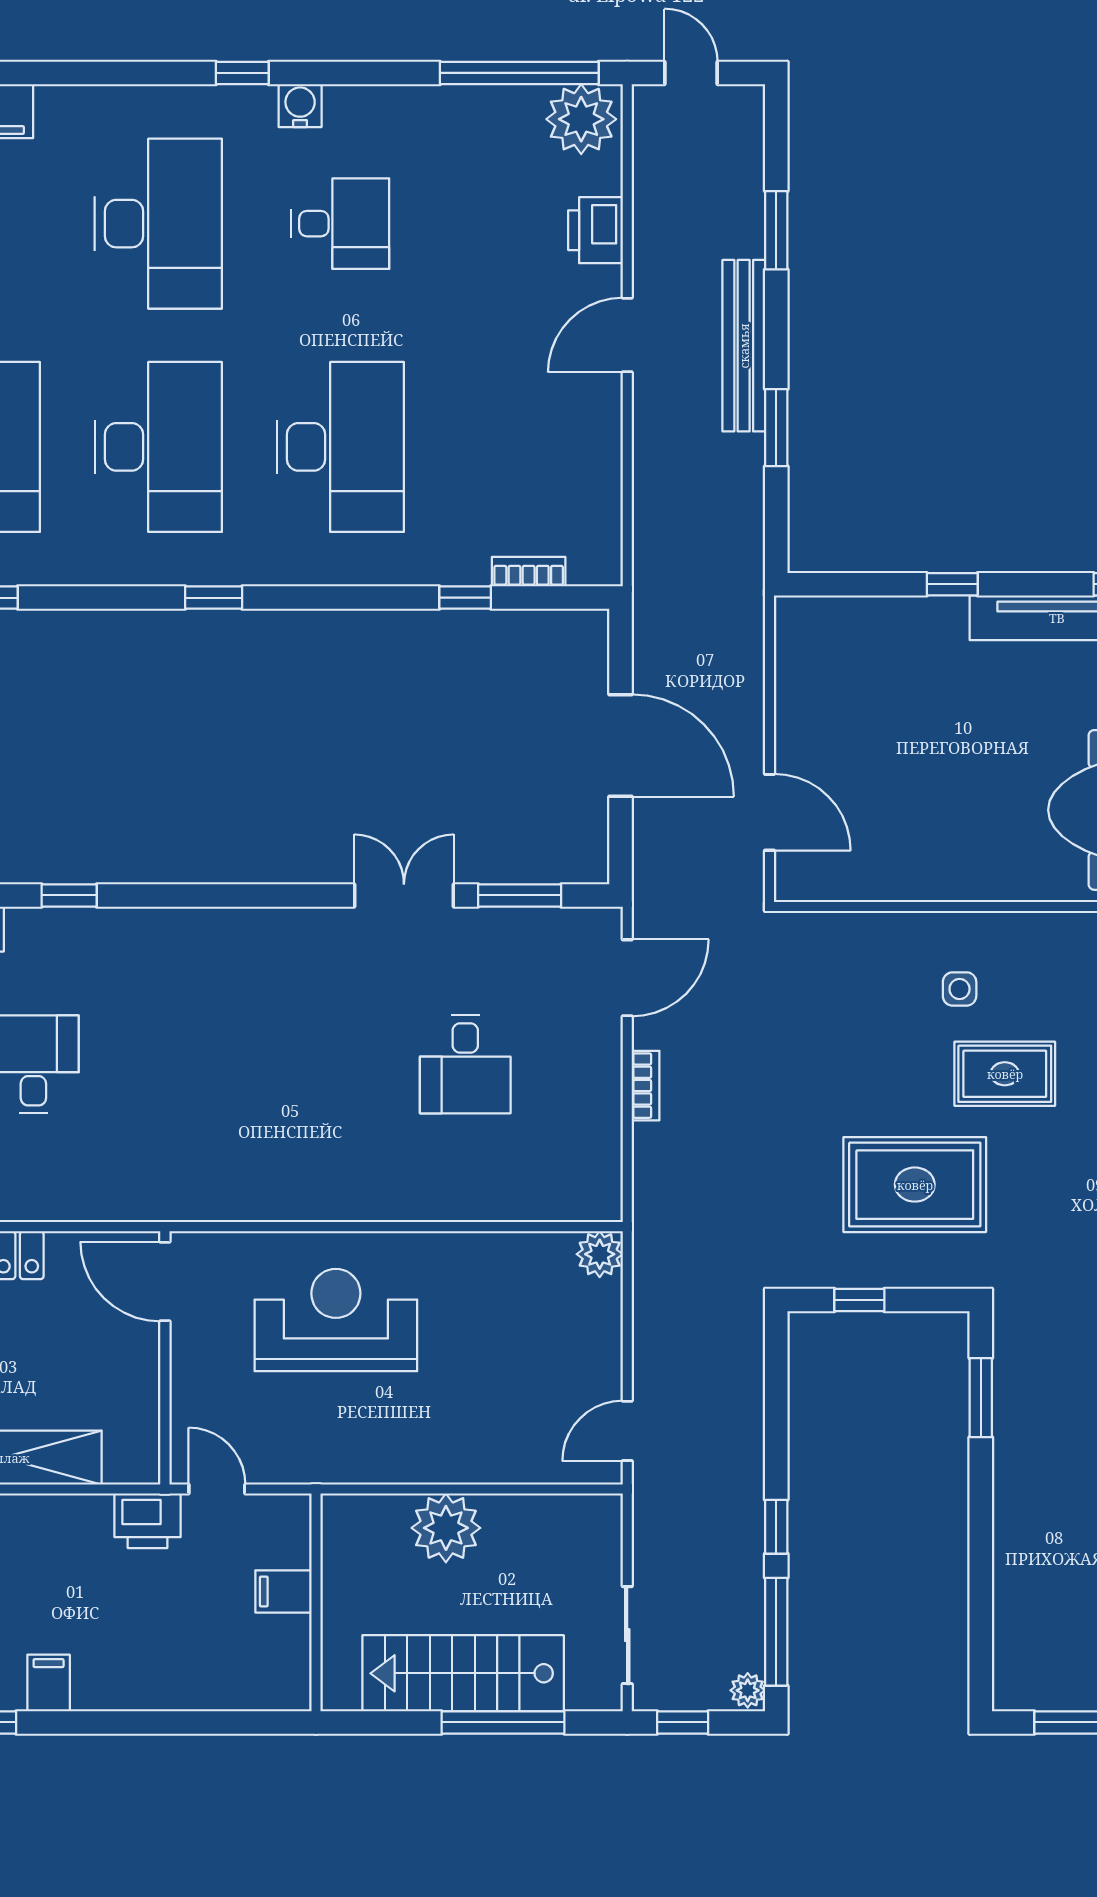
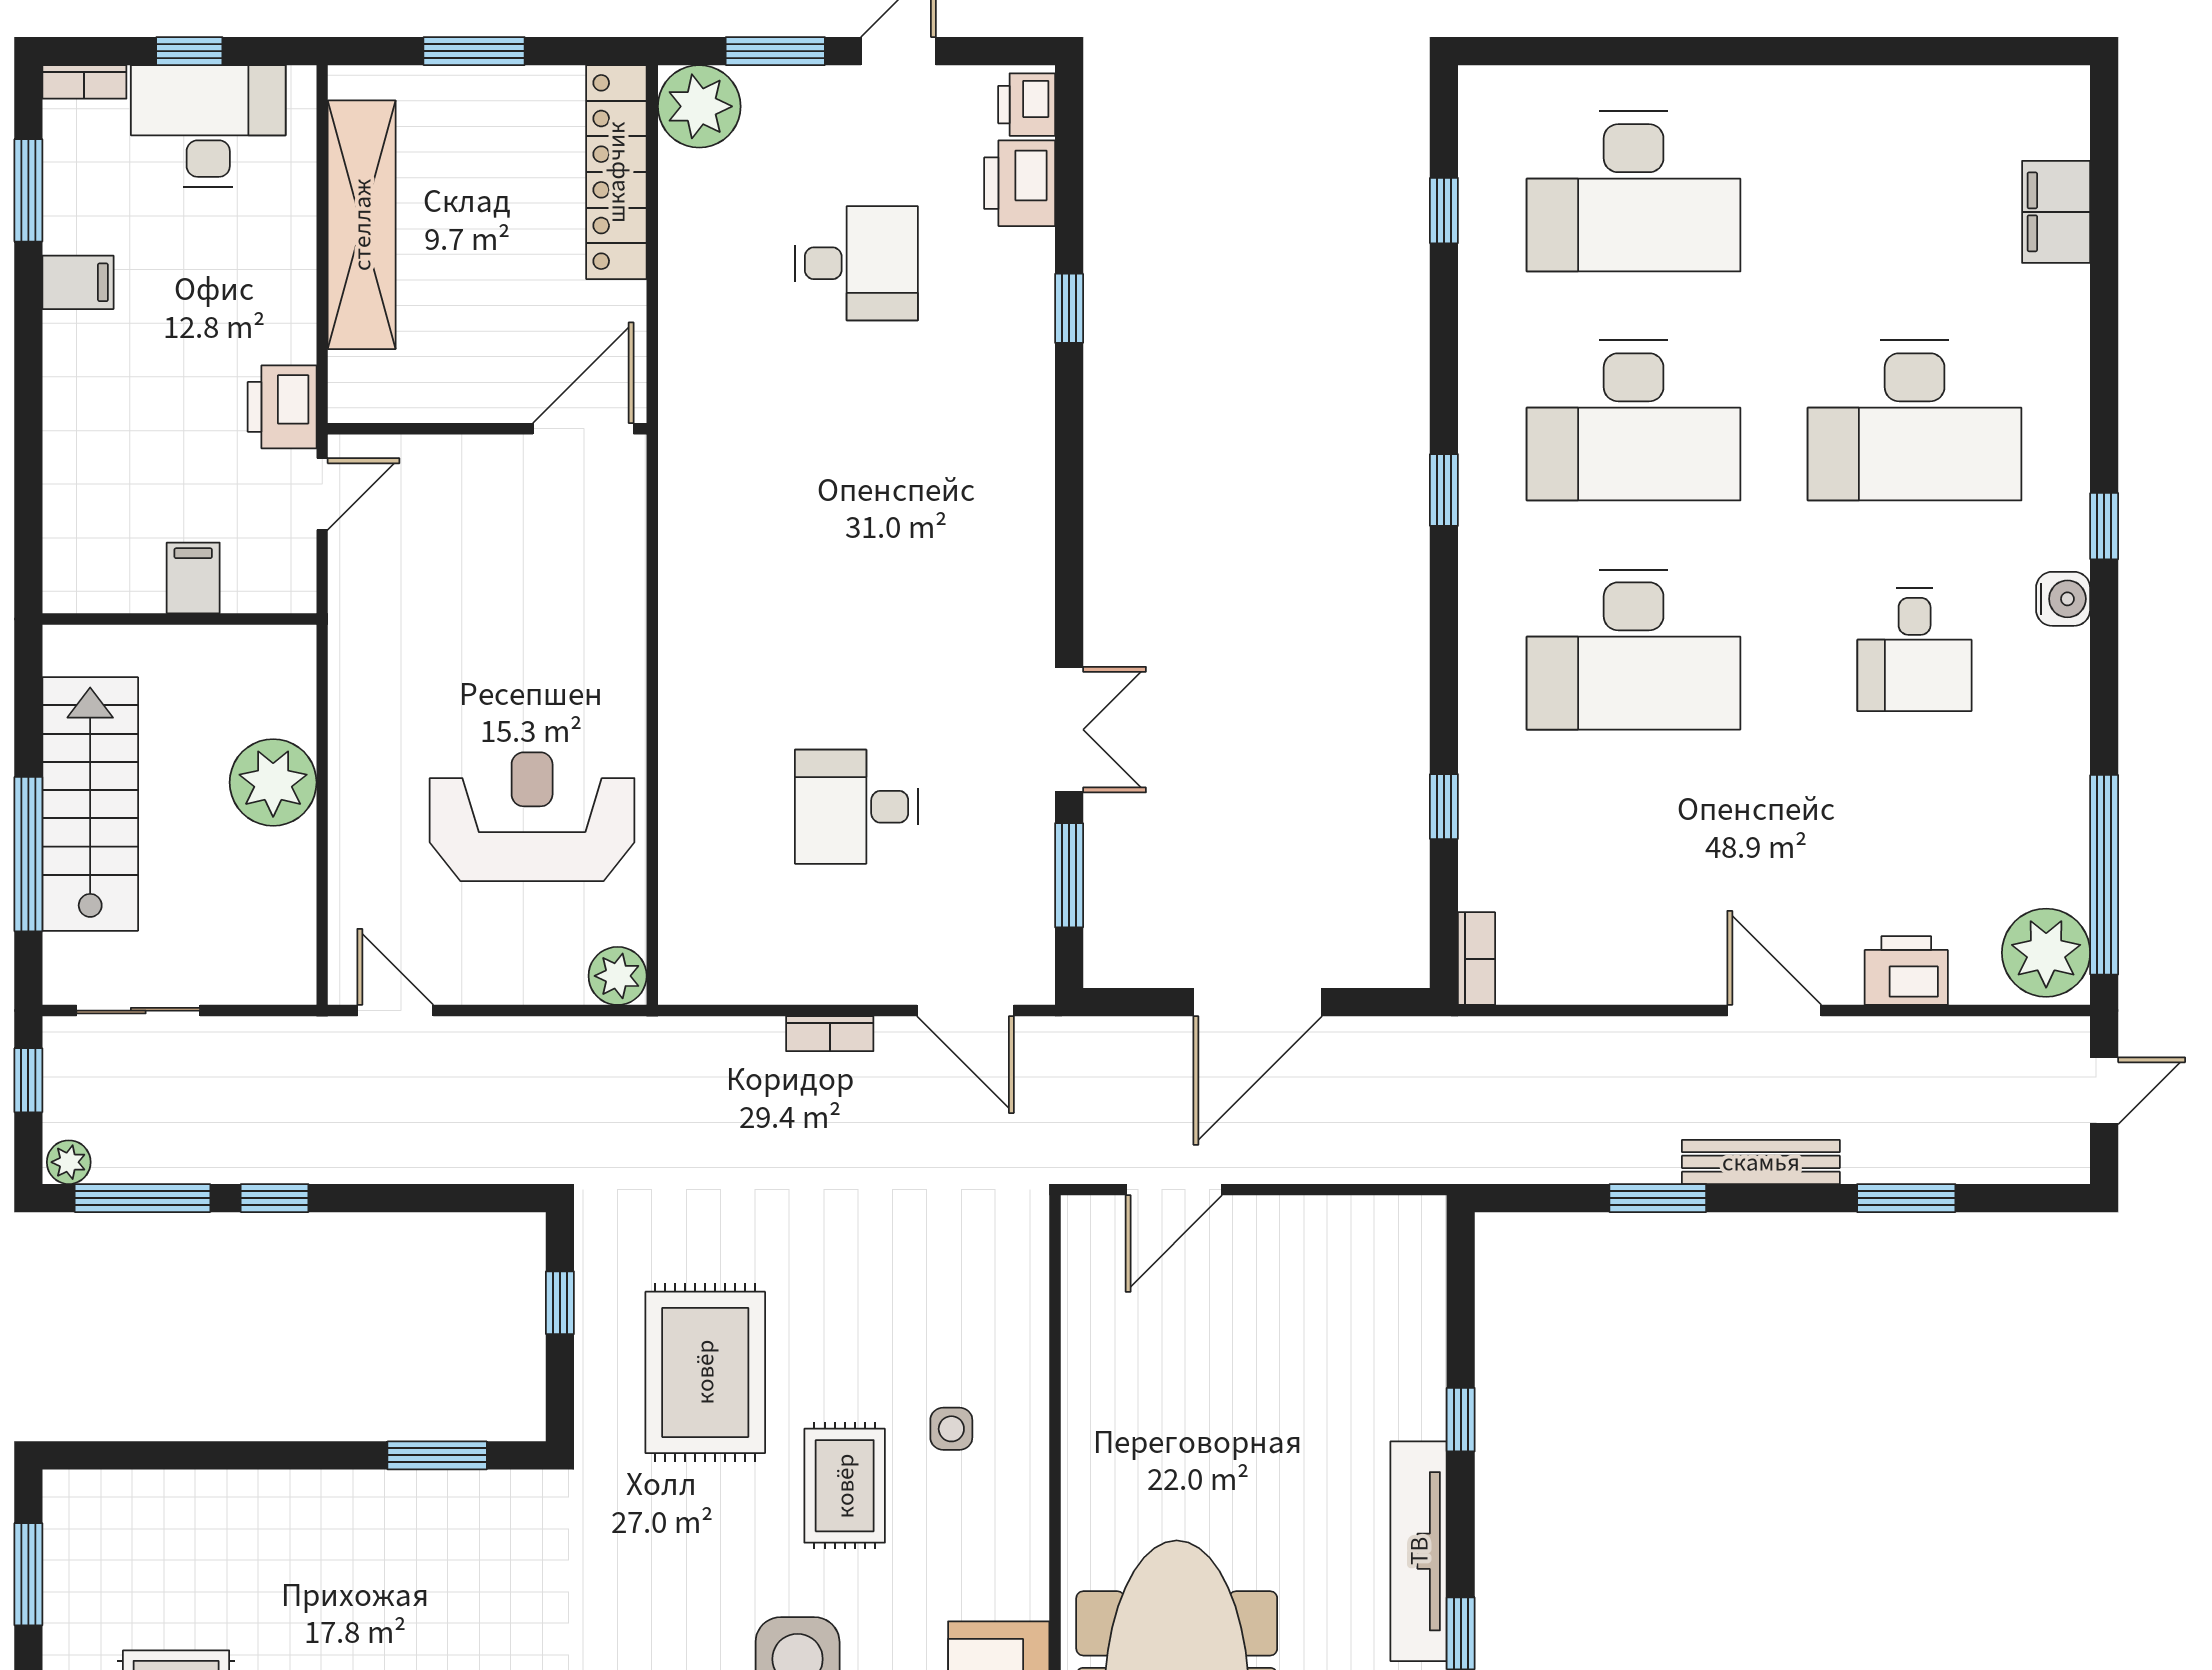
bench: (744, 346) -> (1761, 1162), width x0.73, depth x0.82
bookcase: (529, 572) -> (1476, 959), moved
reception desk: (336, 1320) -> (532, 817), moved, turned -90

